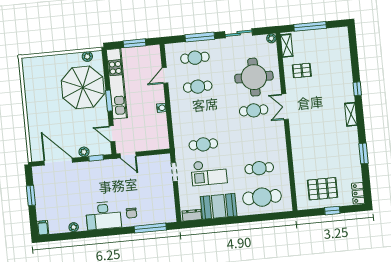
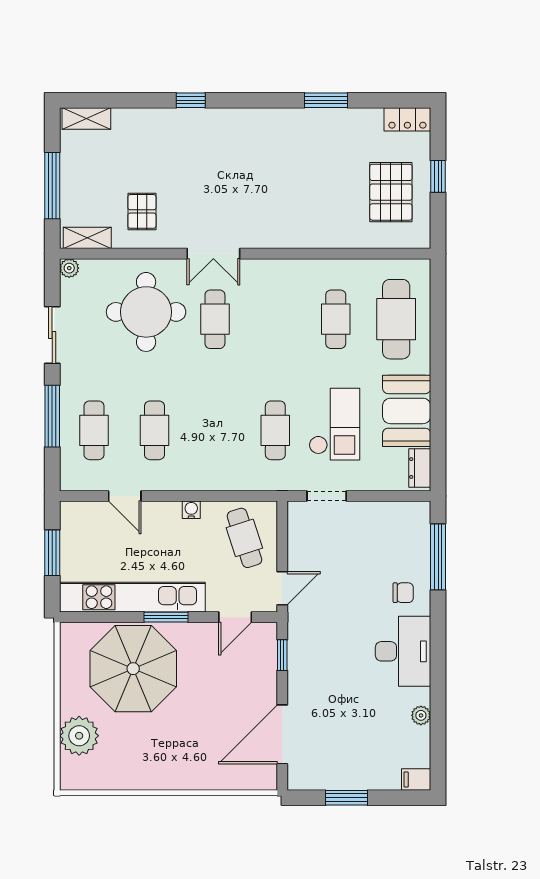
plant: (87, 56) -> (79, 736), moved, width x1.88, depth x1.88
shelving: (351, 114) -> (86, 119), moved
cafe table: (150, 135) -> (244, 538), added
plant: (84, 152) -> (267, 679), removed

